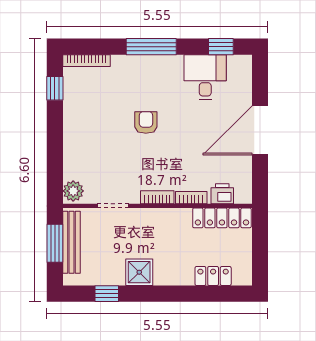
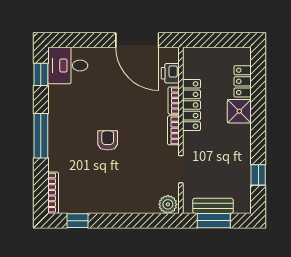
desk: (205, 77) -> (68, 66), moved
armchair: (146, 123) -> (108, 140), turned 90
door: (260, 130) -> (137, 40), moved
locker: (222, 218) -> (192, 105), moved
bench: (72, 242) -> (213, 206), width x0.73
shower: (139, 272) -> (239, 111), moved

